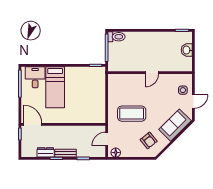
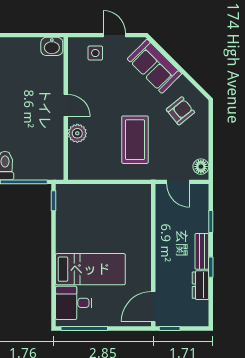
washbasin: (187, 50) -> (52, 46), moved
plant: (135, 79) -> (77, 133), added

